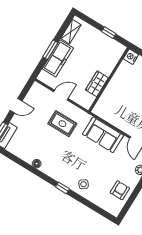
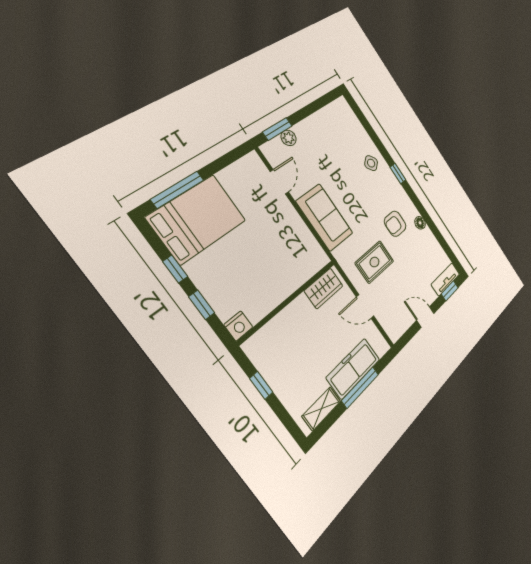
window: (50, 50) -> (360, 387), width x1.44
wardrobe: (97, 84) -> (324, 288), moved
rug: (62, 124) -> (374, 262), turned 90
armchair: (120, 190) -> (395, 224), moved

